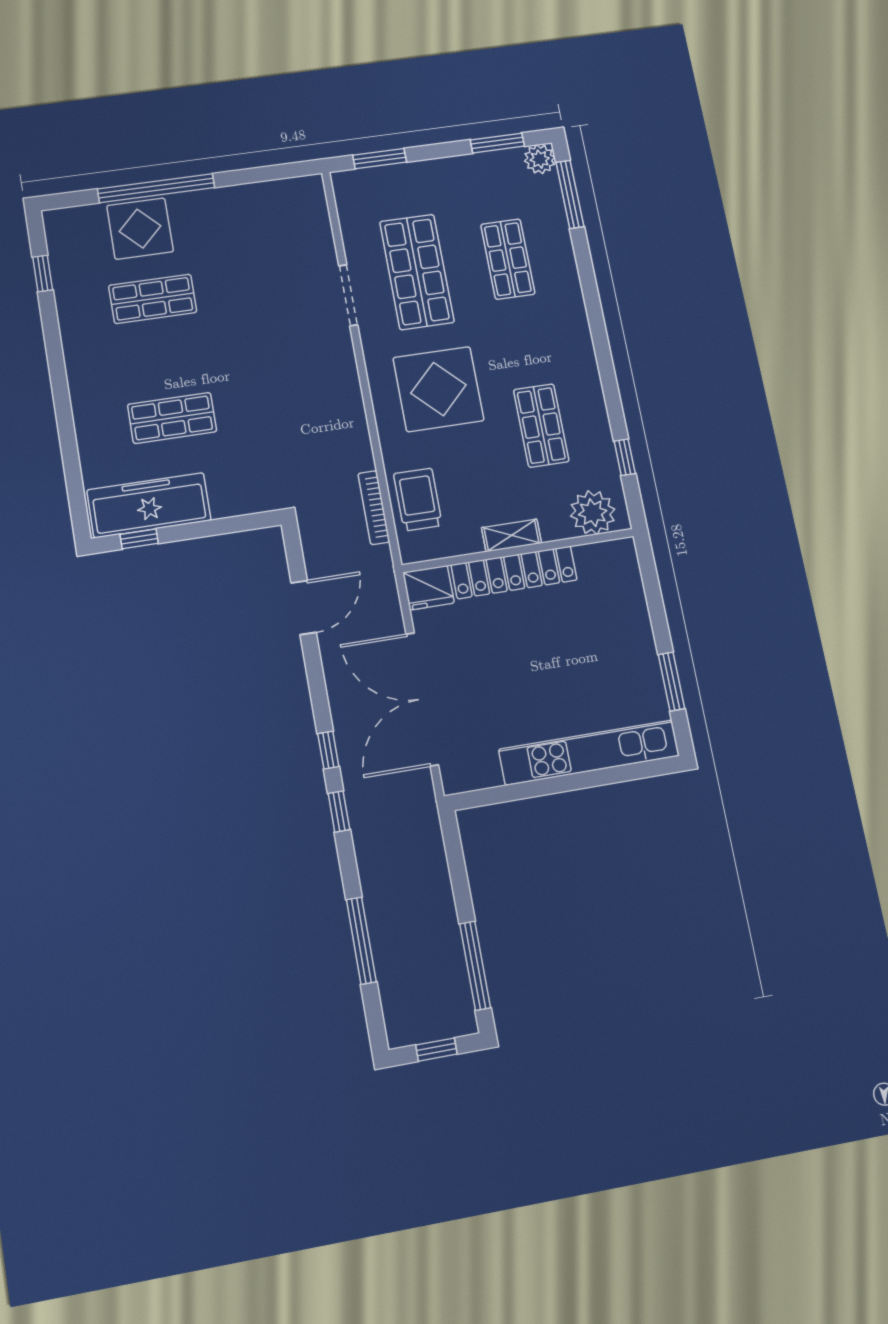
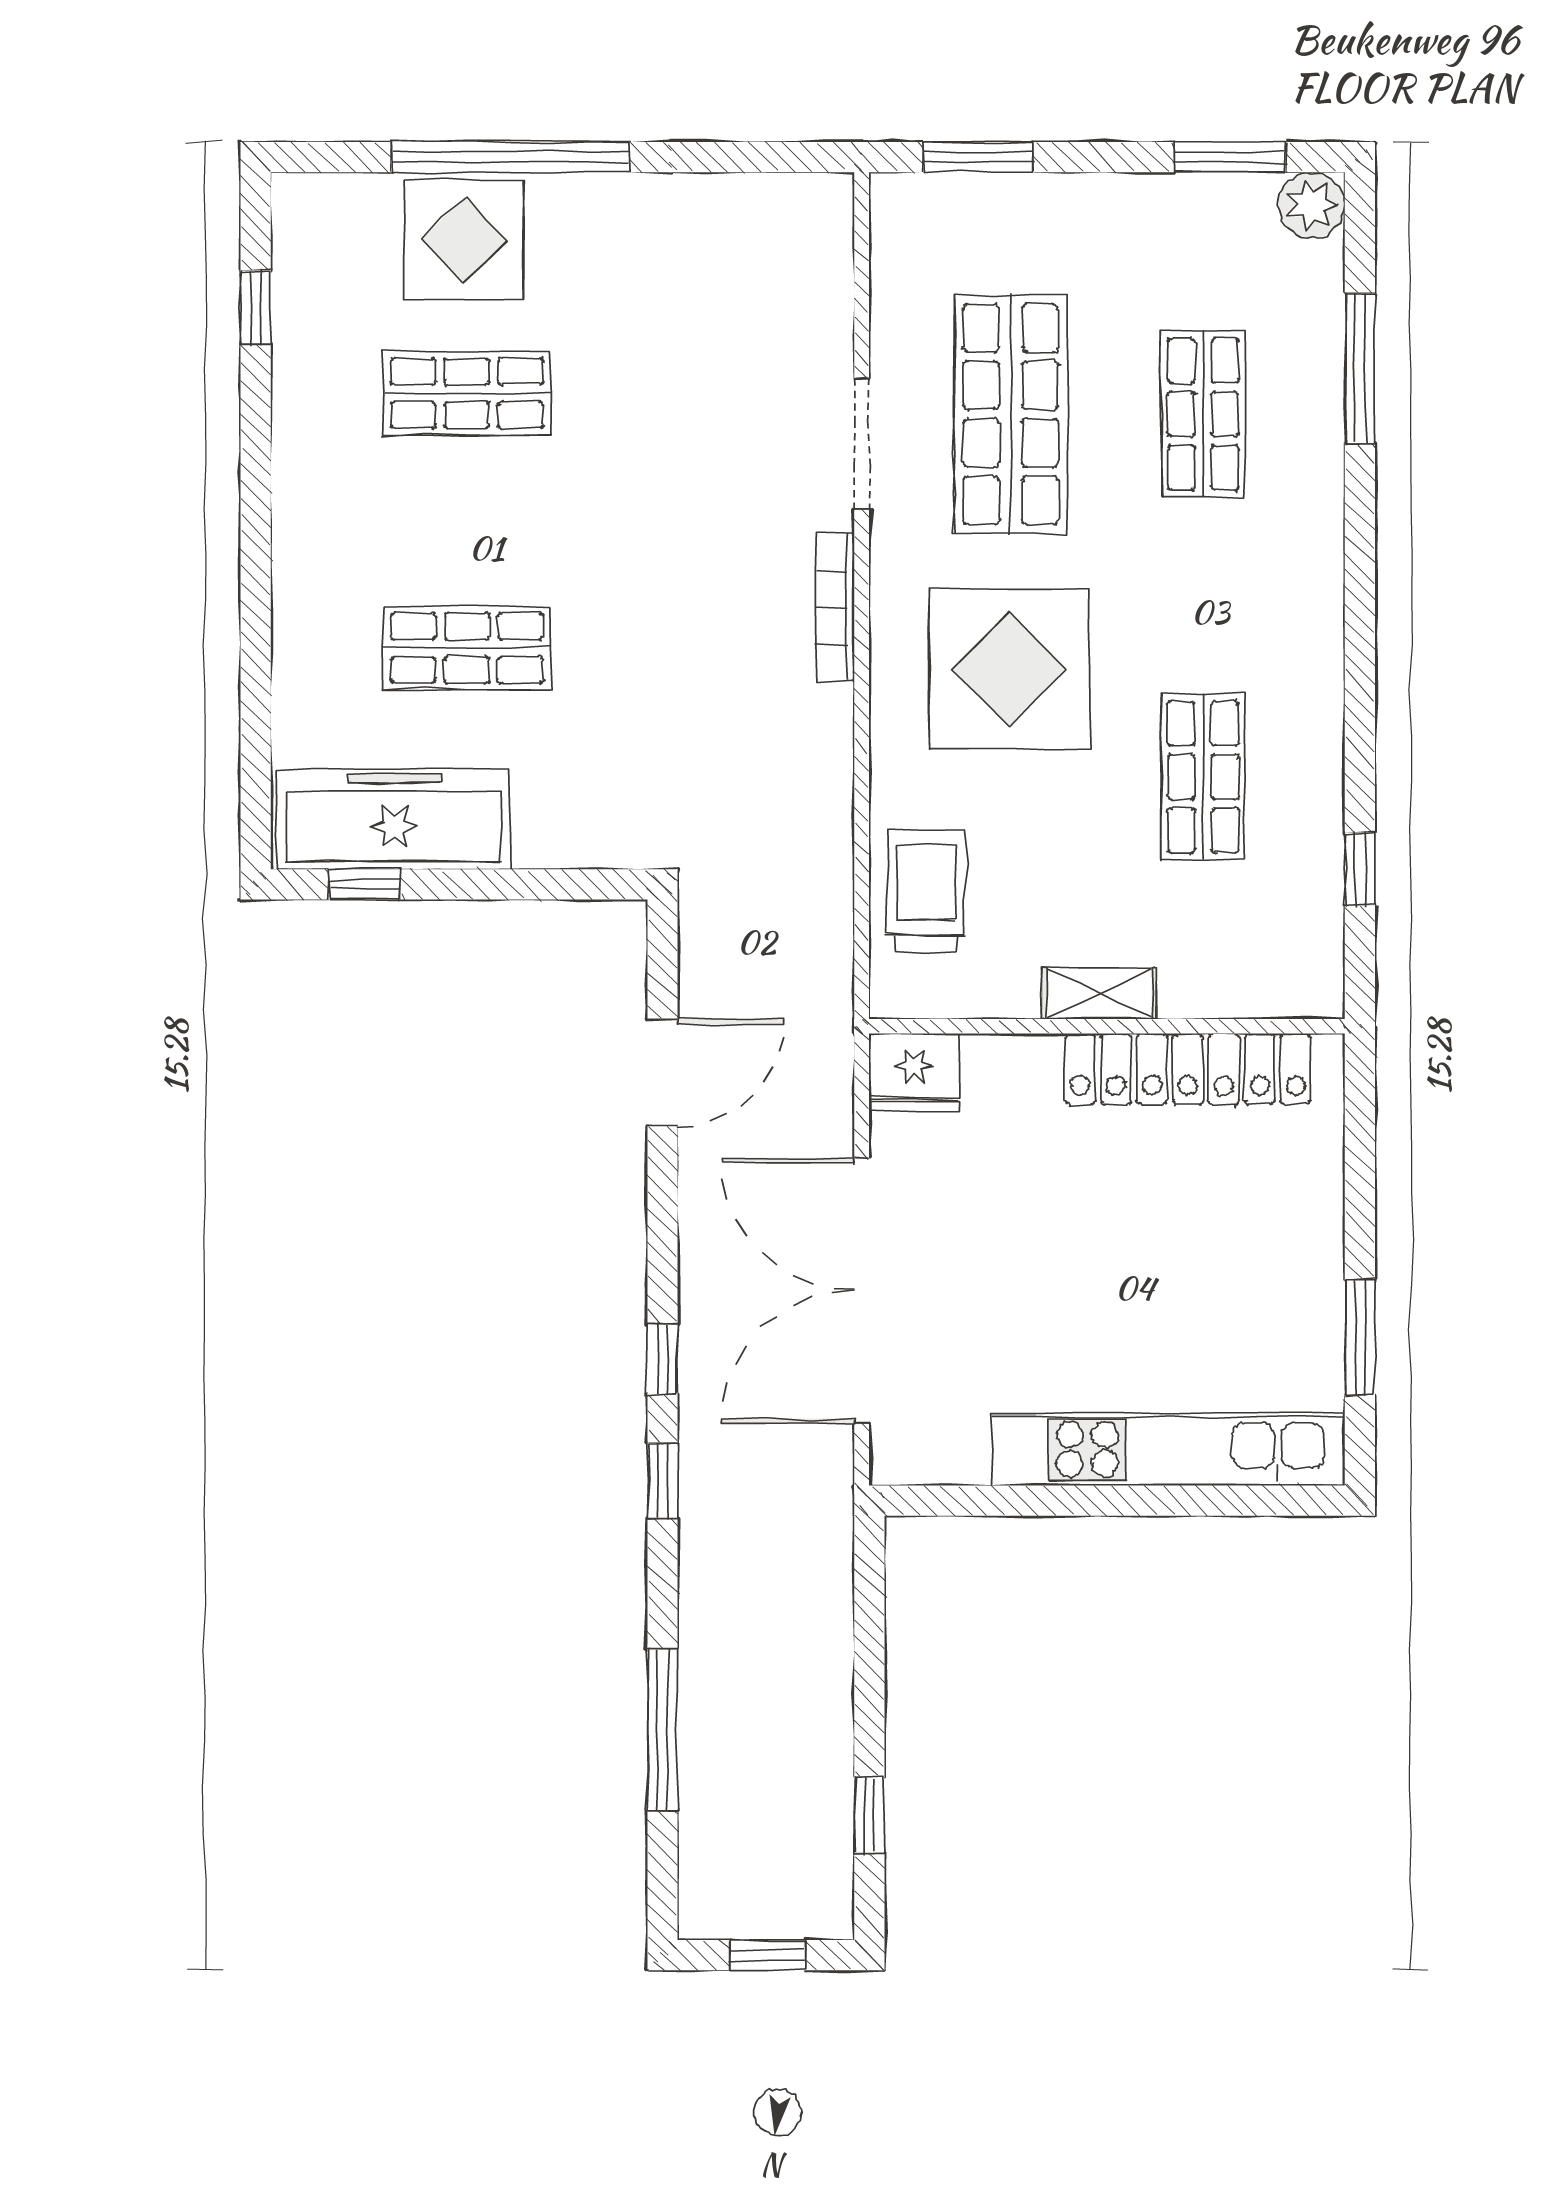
window: (570, 194) -> (1360, 368), moved
bookcase: (374, 508) -> (835, 607), moved
plant: (593, 513) -> (1272, 973), removed
locker: (514, 572) -> (1188, 1069), moved
window: (475, 966) -> (869, 1815), width x0.46

